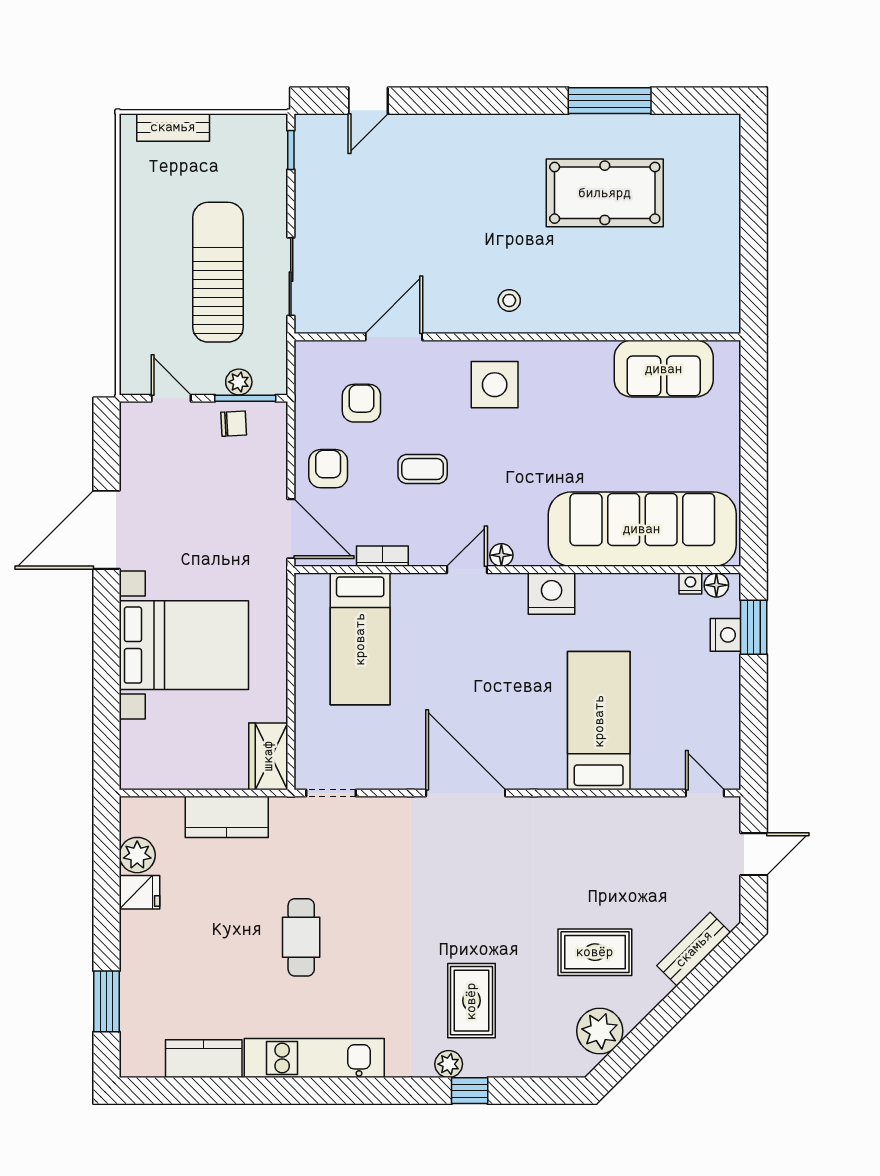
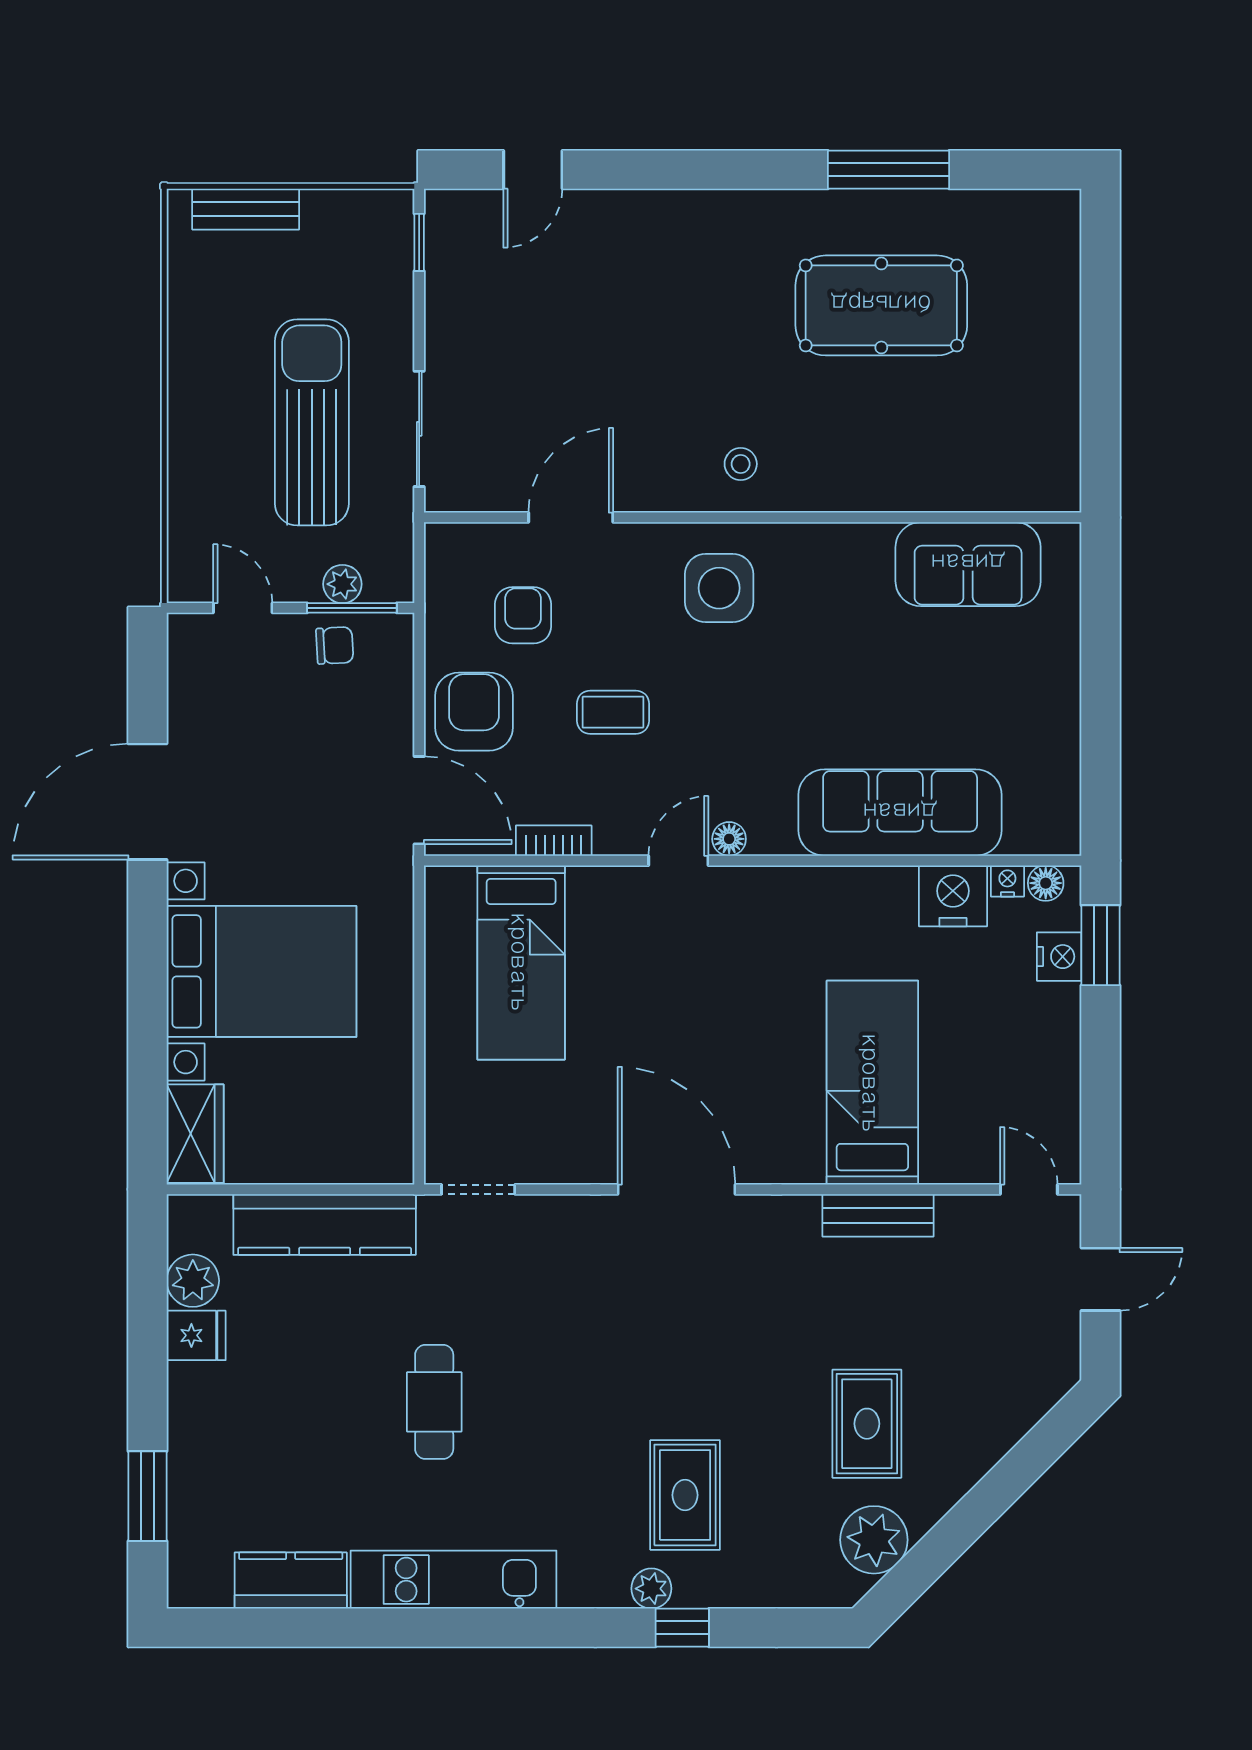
armchair: (328, 469) -> (474, 712), width x1.38, depth x1.38
sofa: (642, 529) -> (900, 813), width x0.74, depth x0.79
nightstand: (552, 594) -> (953, 896), moved
wardrobe: (268, 756) -> (195, 1134), moved, turned 180
kitchen counter: (227, 817) -> (325, 1224), width x1.50
bench: (694, 949) -> (878, 1215), moved, turned 45
rug: (595, 952) -> (867, 1424), turned 90

